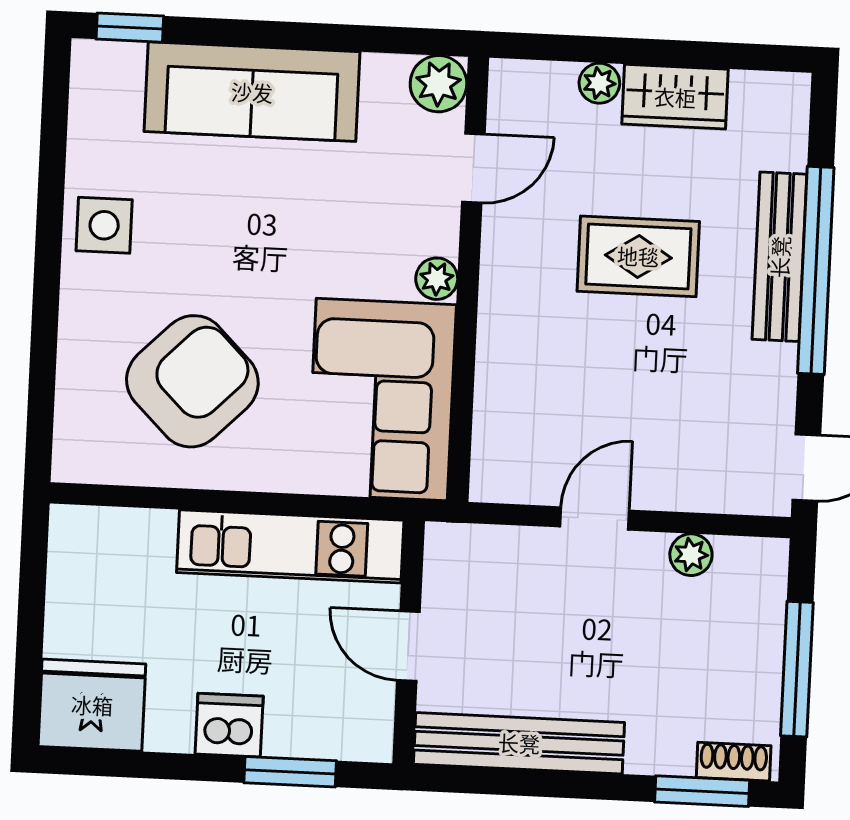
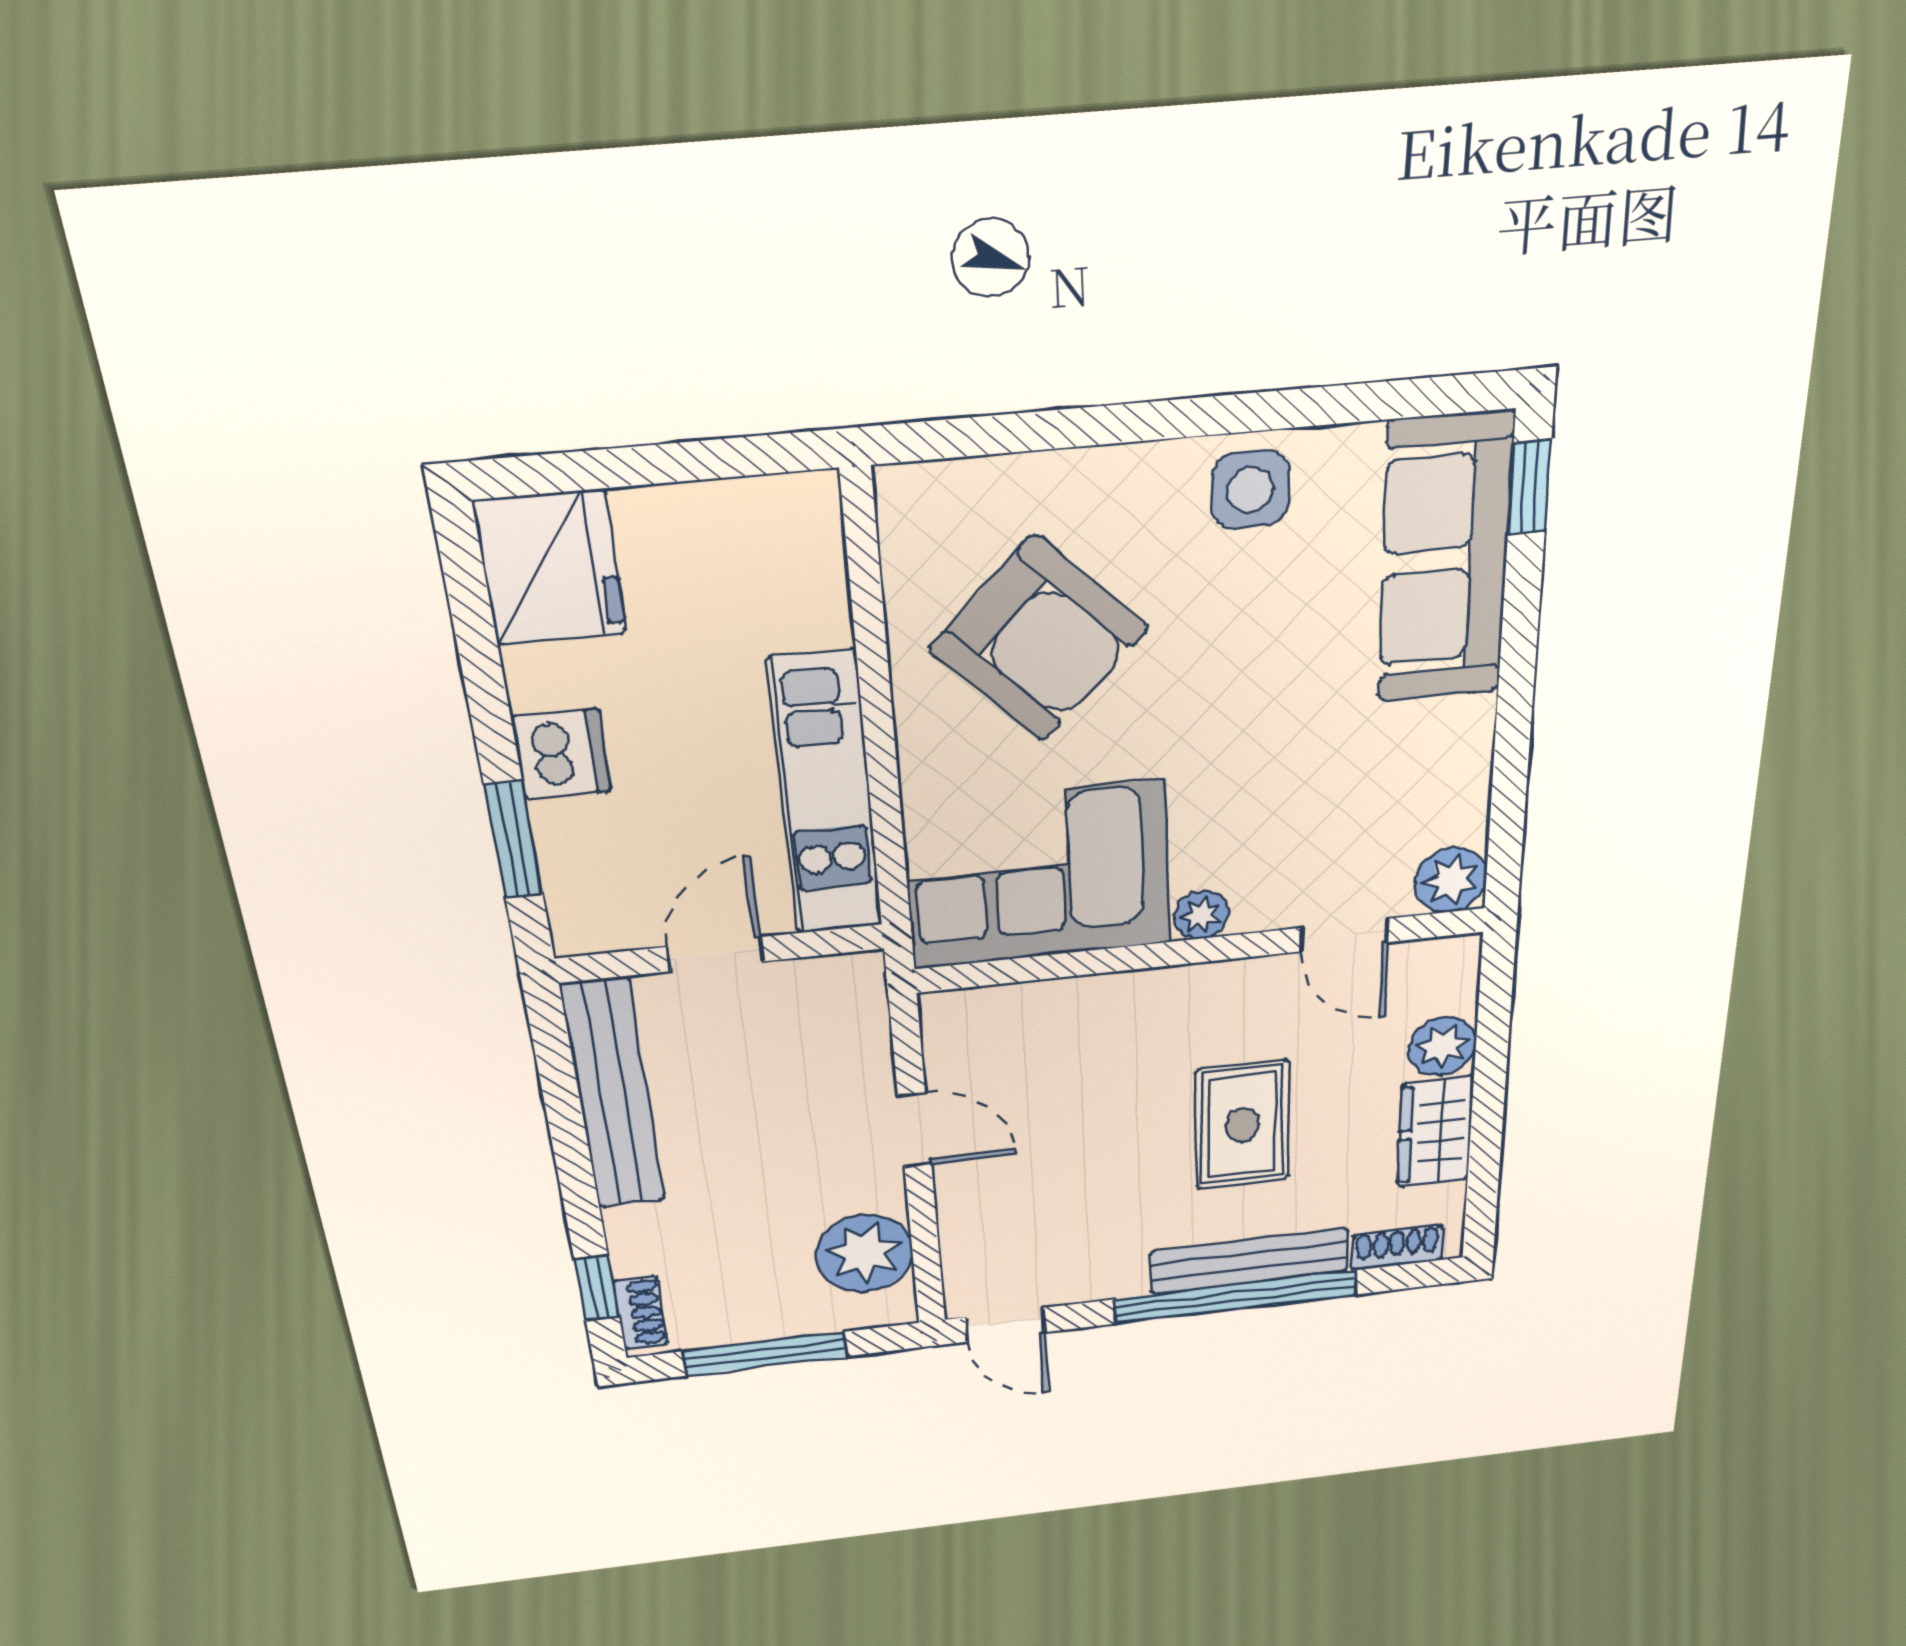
plant: (599, 83) -> (1443, 1047), width x1.38, depth x1.38
sofa: (252, 92) -> (1445, 559), moved
shoe rack: (790, 130) -> (1397, 1248), added
plant: (691, 555) -> (864, 1253), width x1.87, depth x1.87
window: (702, 791) -> (597, 1289), width x0.67

